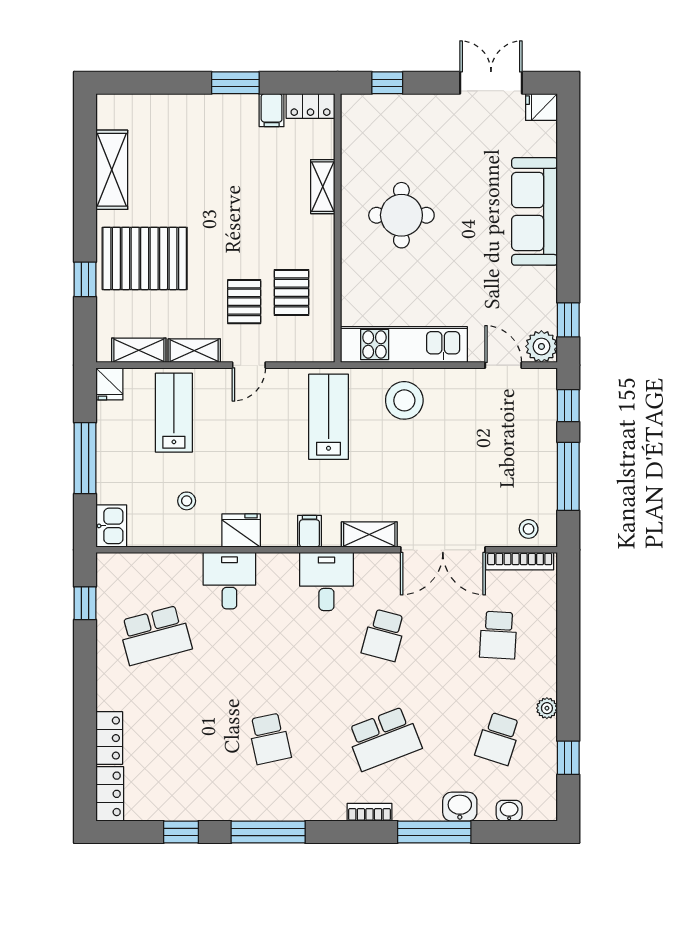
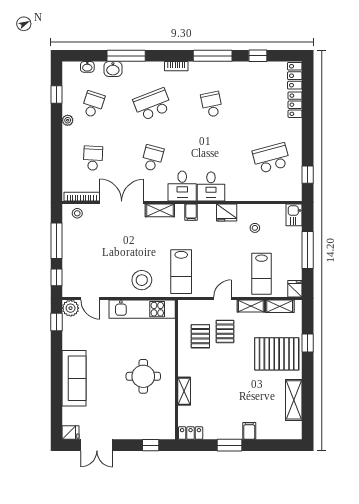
filing cabinet: (272, 110) -> (249, 431), moved
desk: (229, 581) -> (211, 186), moved
bookcase: (370, 812) -> (176, 66), moved

